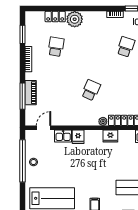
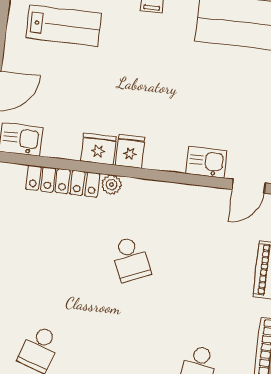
school desk: (91, 90) -> (131, 259), turned -48
fridge: (78, 137) -> (130, 151), moved

